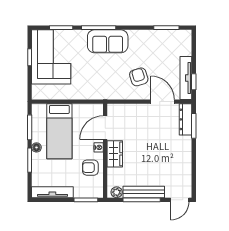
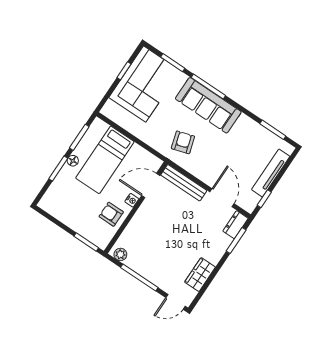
sofa: (108, 41) -> (208, 105), width x1.36
armchair: (139, 77) -> (183, 142), moved
tv unit: (186, 78) -> (271, 173), moved
dresser: (186, 119) -> (236, 225), width x0.70
wardrobe: (115, 154) -> (200, 275), moved, turned 180
tv unit: (52, 192) -> (59, 213), removed
bench: (144, 192) -> (184, 183), moved

